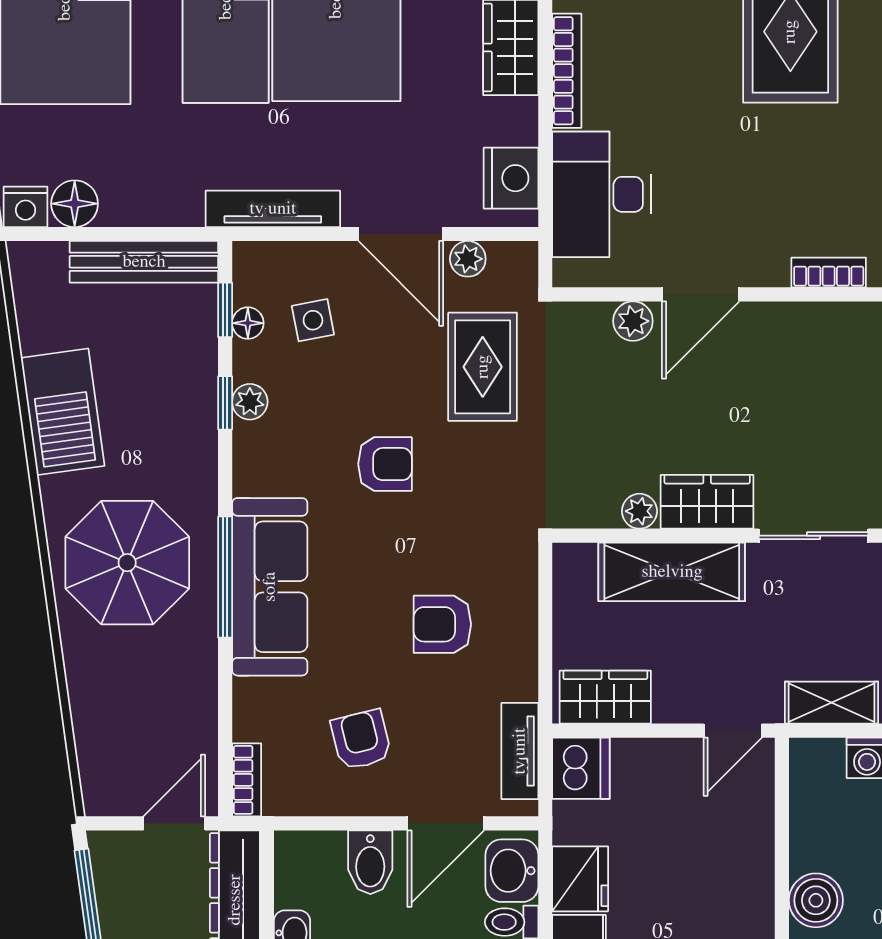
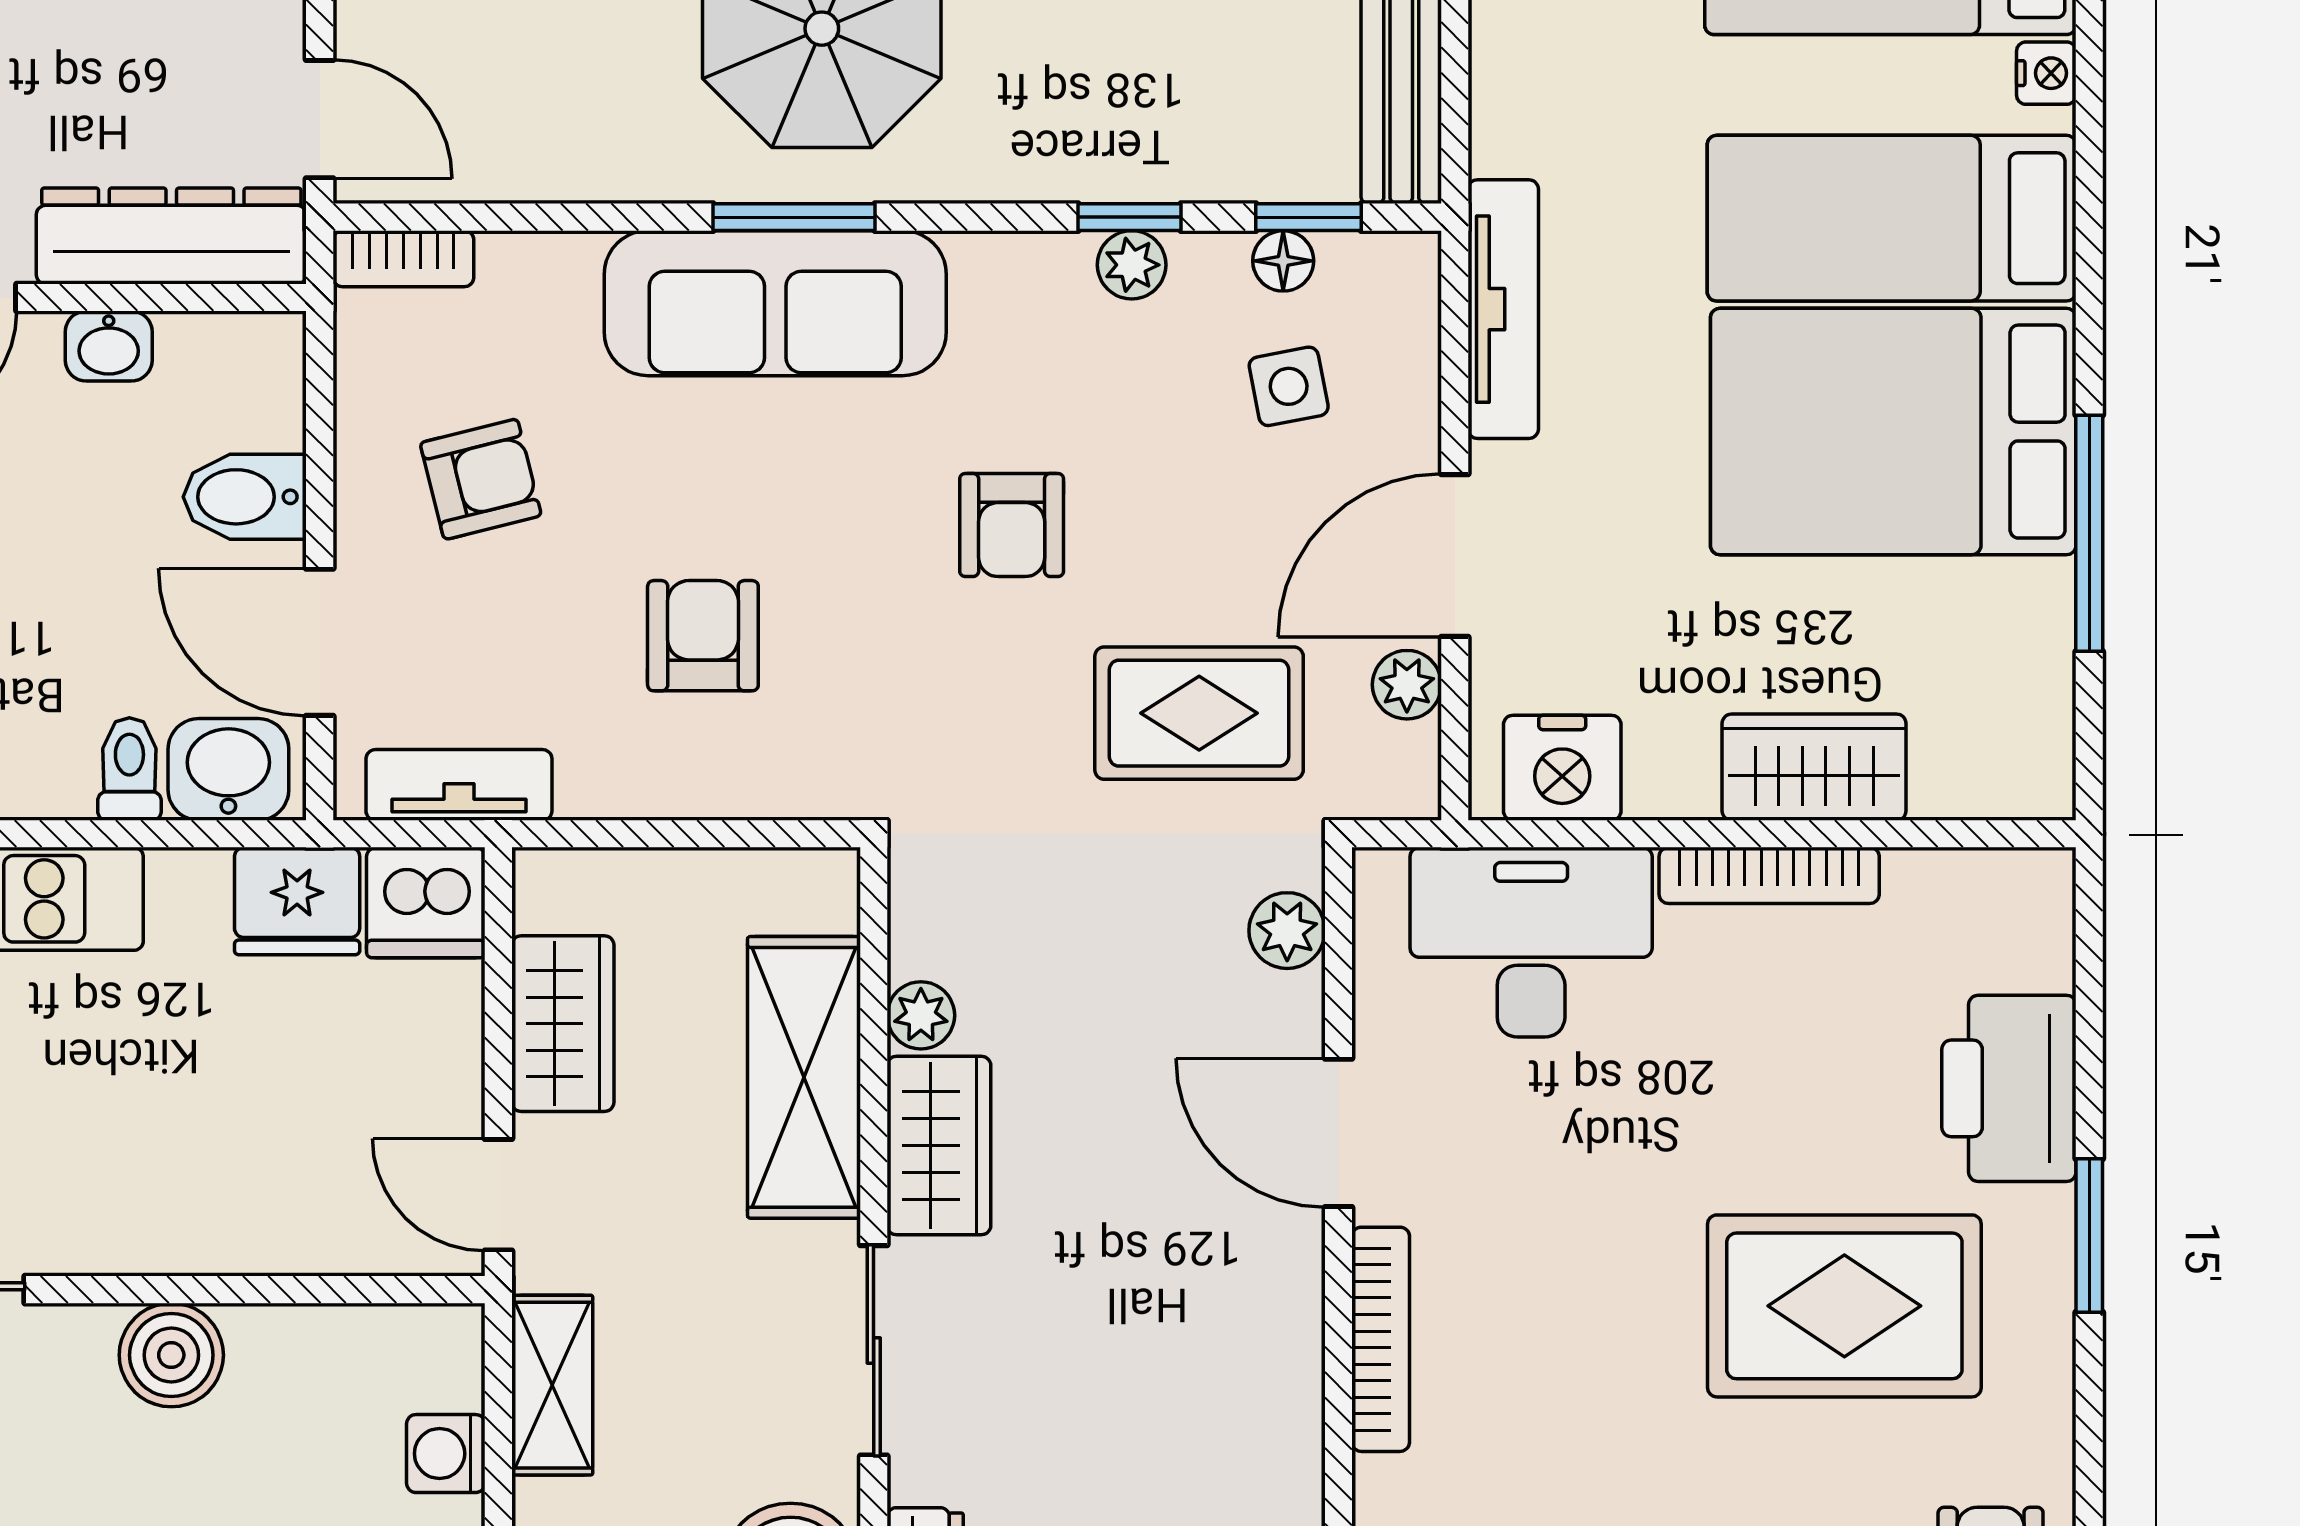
bookcase: (829, 272) -> (1381, 1339), width x1.56
plant: (633, 321) -> (1287, 931), moved
window: (225, 577) -> (794, 217), width x0.69
wardrobe: (605, 697) -> (563, 1024), moved
fridge: (580, 879) -> (297, 901), moved

